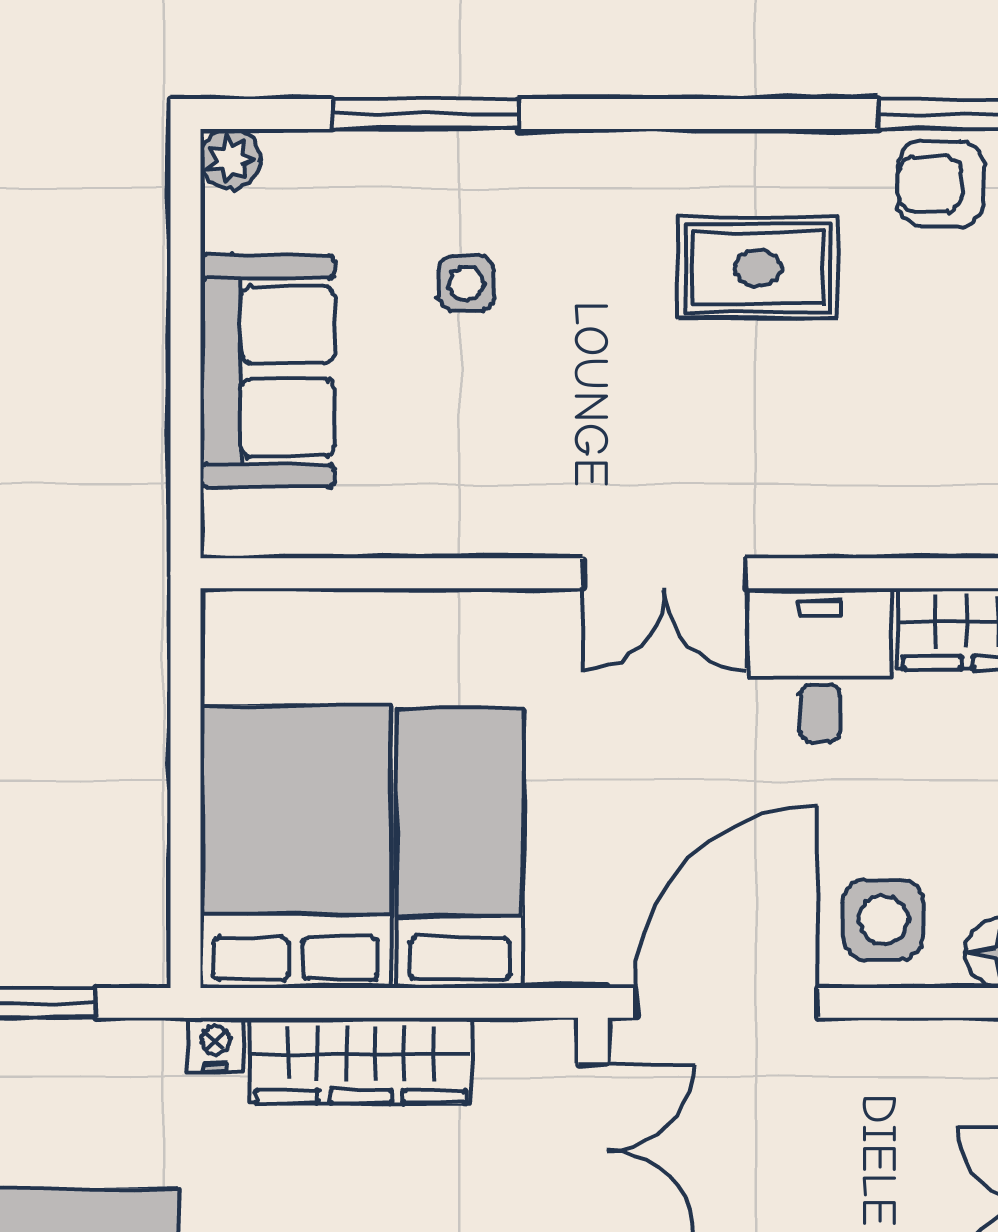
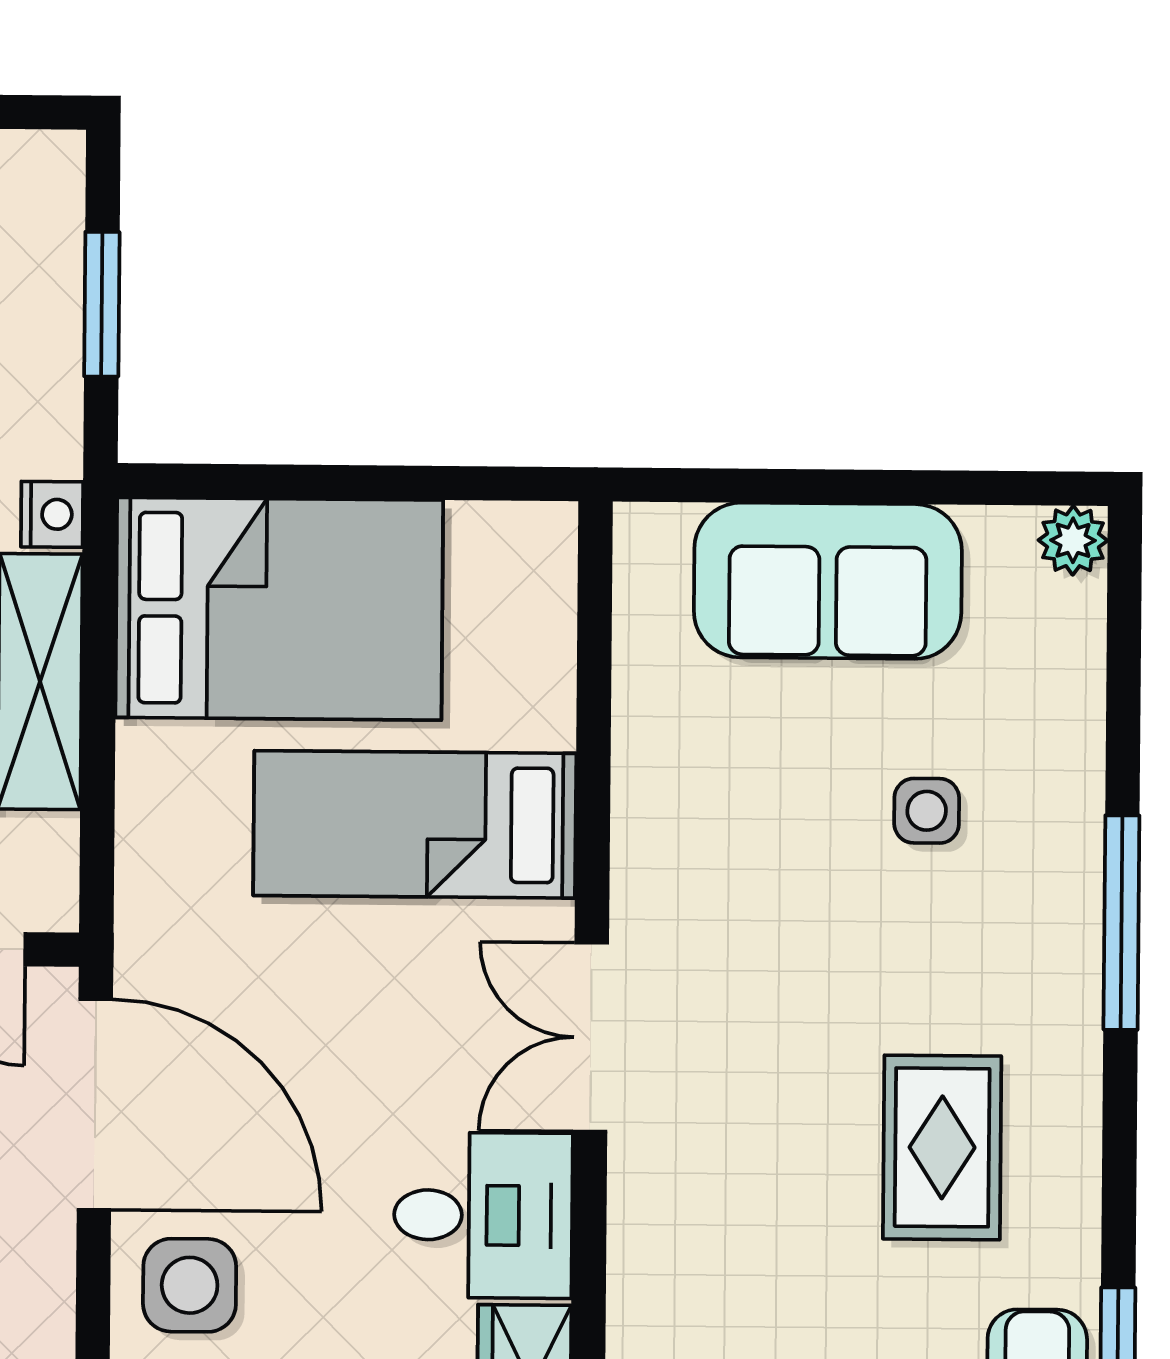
window: (425, 114) -> (1121, 923), moved
bed: (460, 849) -> (415, 824), moved, turned 180

